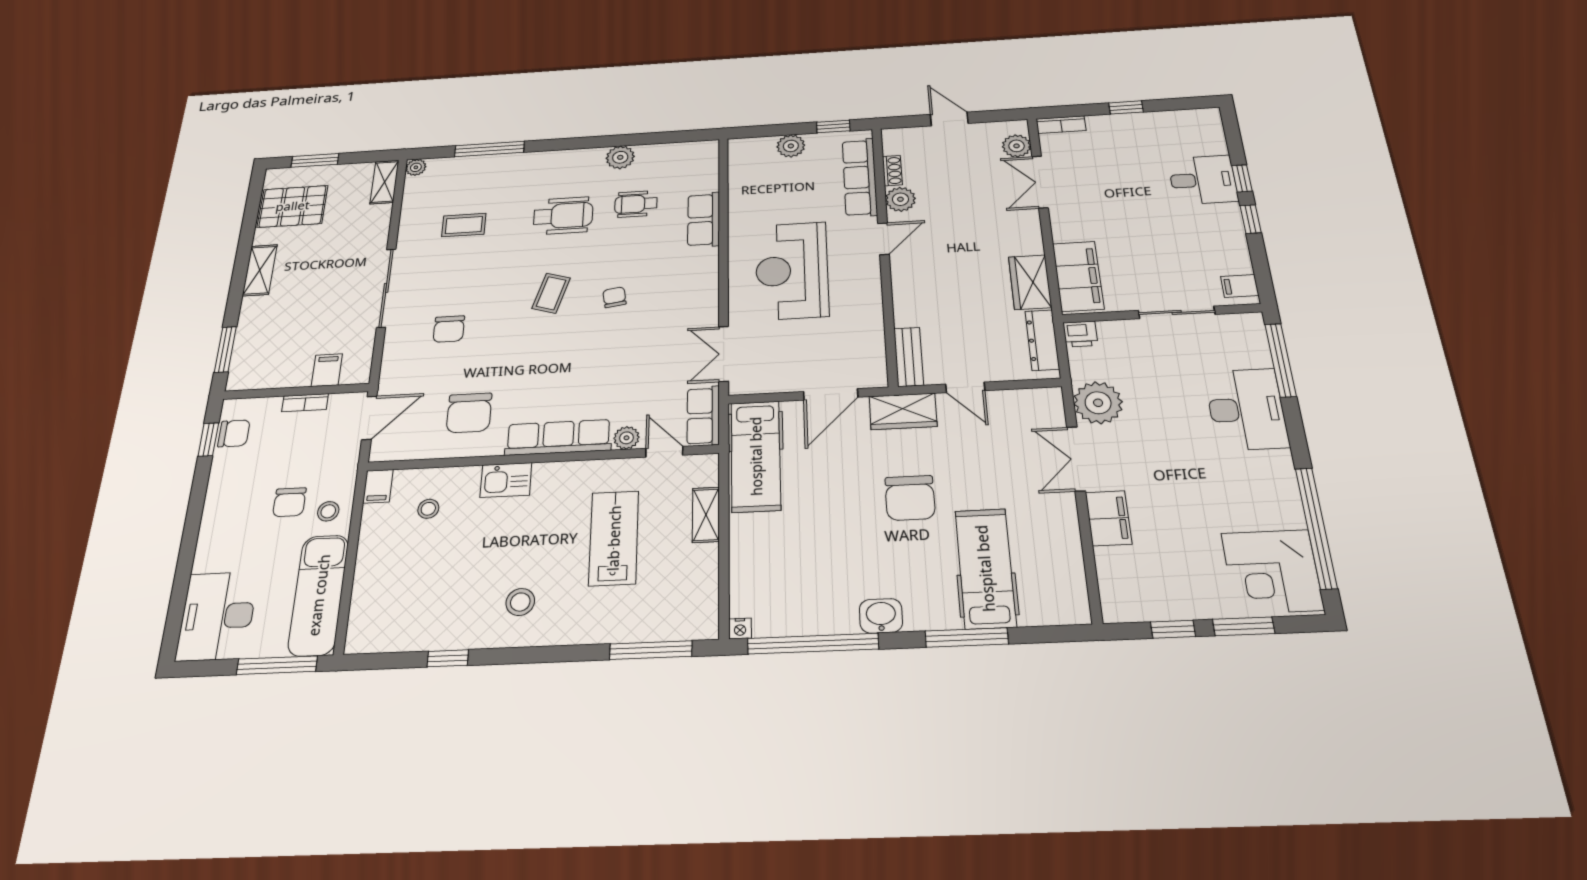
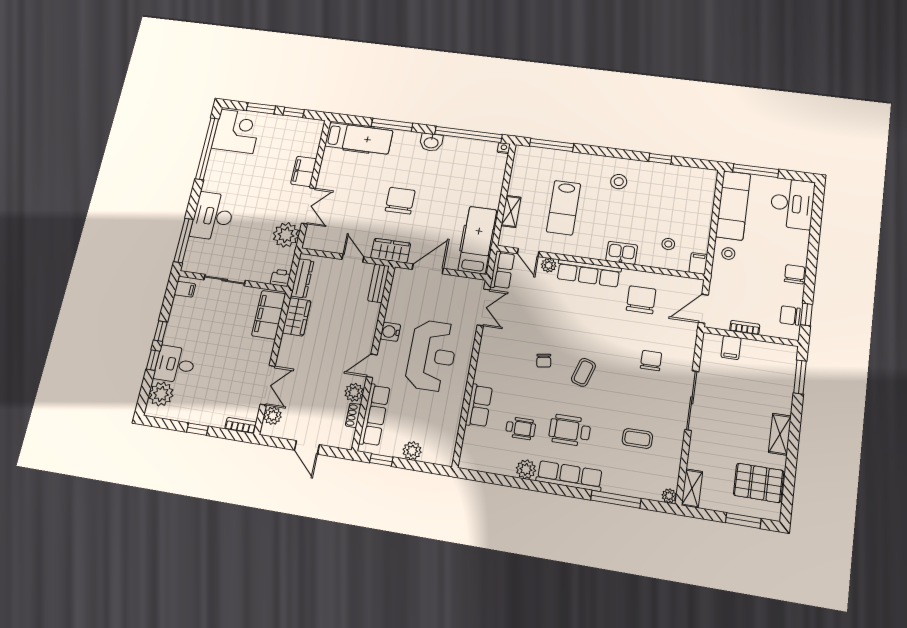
plant: (1205, 138) -> (161, 394), added
row of seats: (557, 162) -> (569, 476), added
water cooler: (868, 290) -> (390, 332), added
chair: (289, 502) -> (795, 274), moved
hospital bed: (985, 568) -> (359, 138), moved, turned -90

